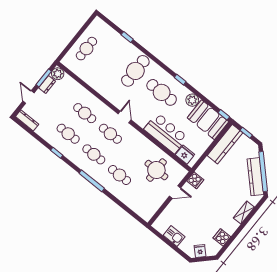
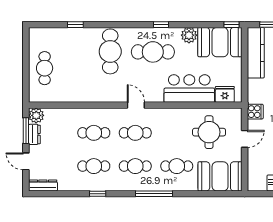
booth: (141, 203) -> (220, 176), added

